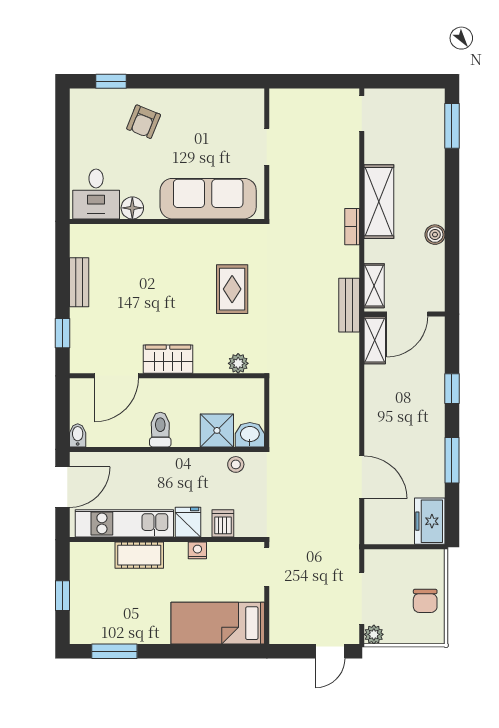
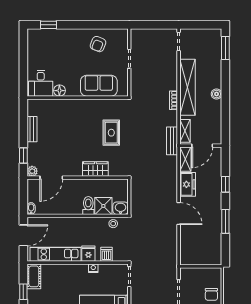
armchair: (144, 122) -> (98, 44), moved
sofa: (208, 199) -> (99, 86), width x0.73
shelving: (379, 202) -> (187, 87), width x1.47
boiler: (435, 235) -> (217, 94), moved
wardrobe: (168, 359) -> (95, 169), moved
plant: (238, 363) -> (32, 171), moved
toilet: (160, 430) -> (88, 206), moved
door: (362, 477) -> (179, 214), moved
freezer: (430, 521) -> (188, 184), moved, turned 180
cot: (139, 555) -> (34, 276), moved, turned 90

